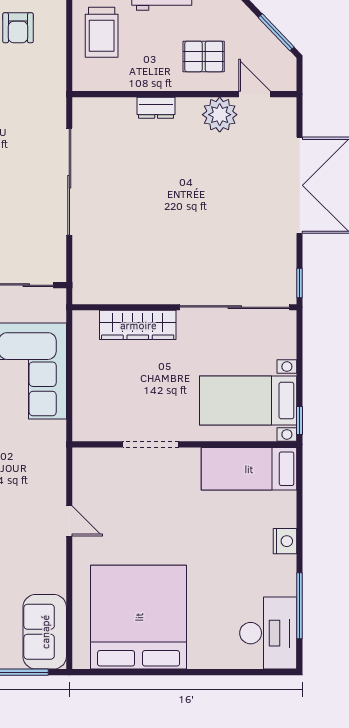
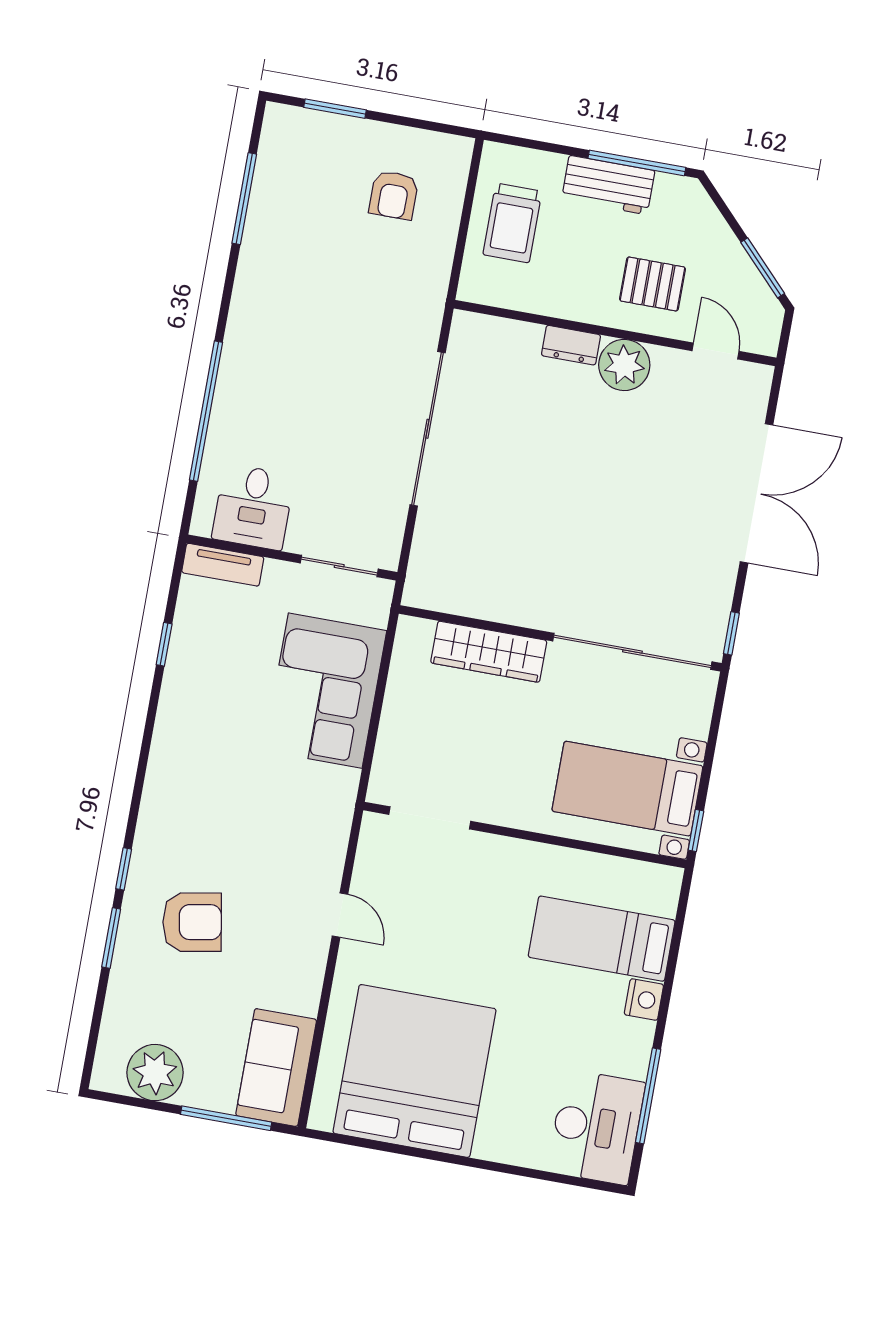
plant: (220, 115) -> (624, 365), moved
doorway: (151, 444) -> (430, 818), moved
bed: (249, 469) -> (602, 939), moved

